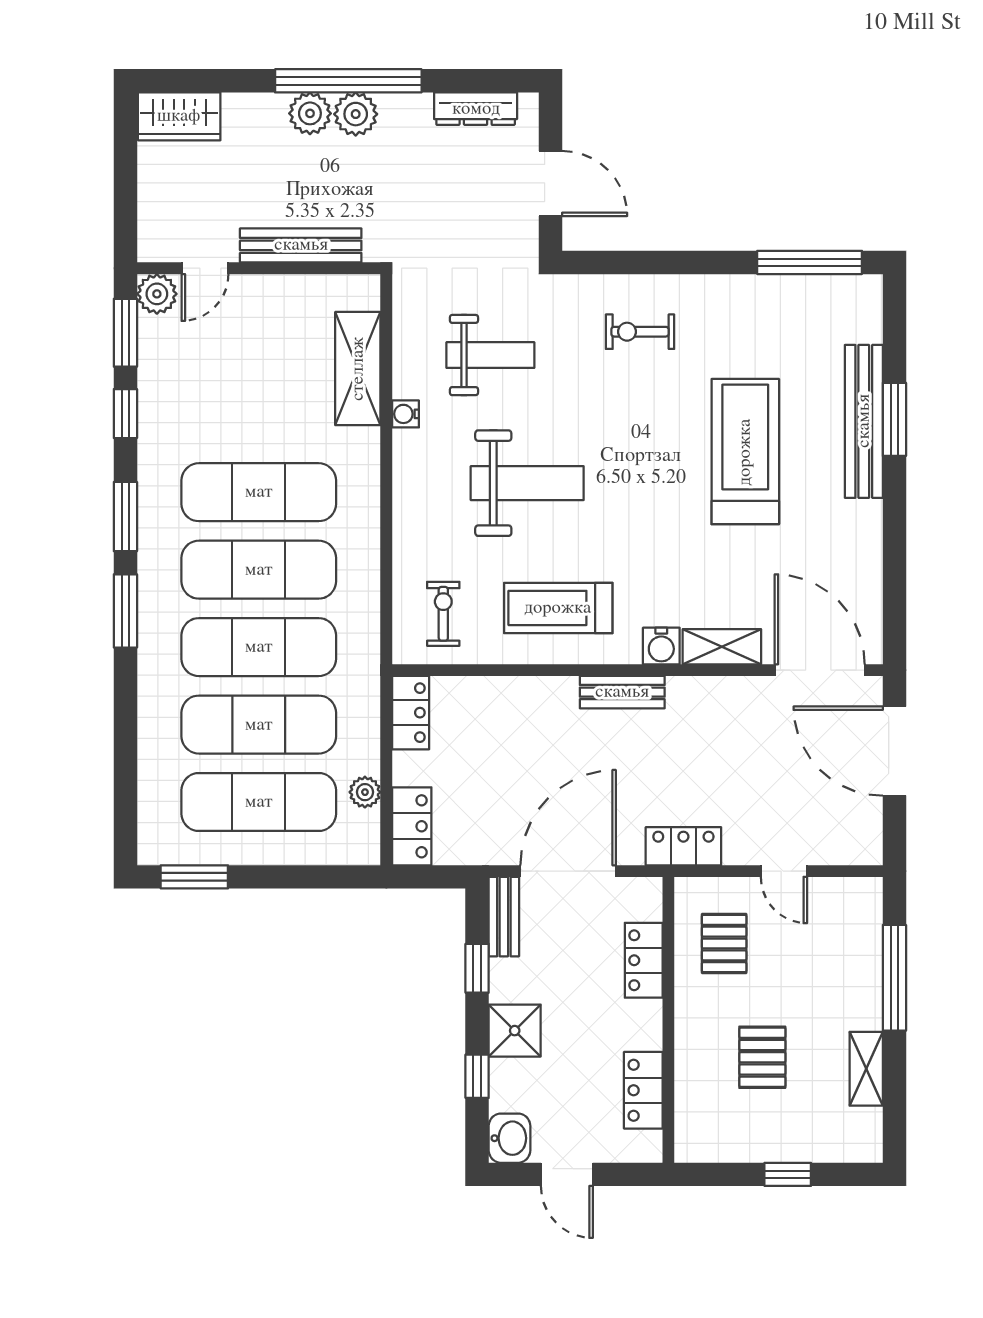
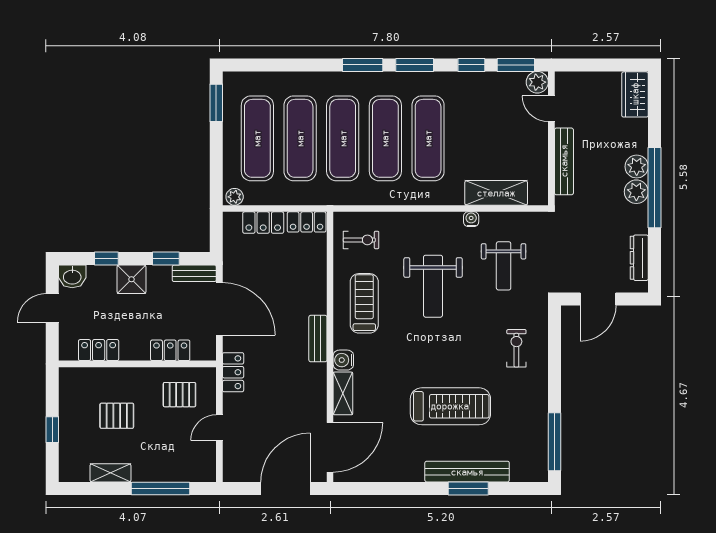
plant: (365, 792) -> (235, 197), moved
locker: (412, 826) -> (263, 223), moved

